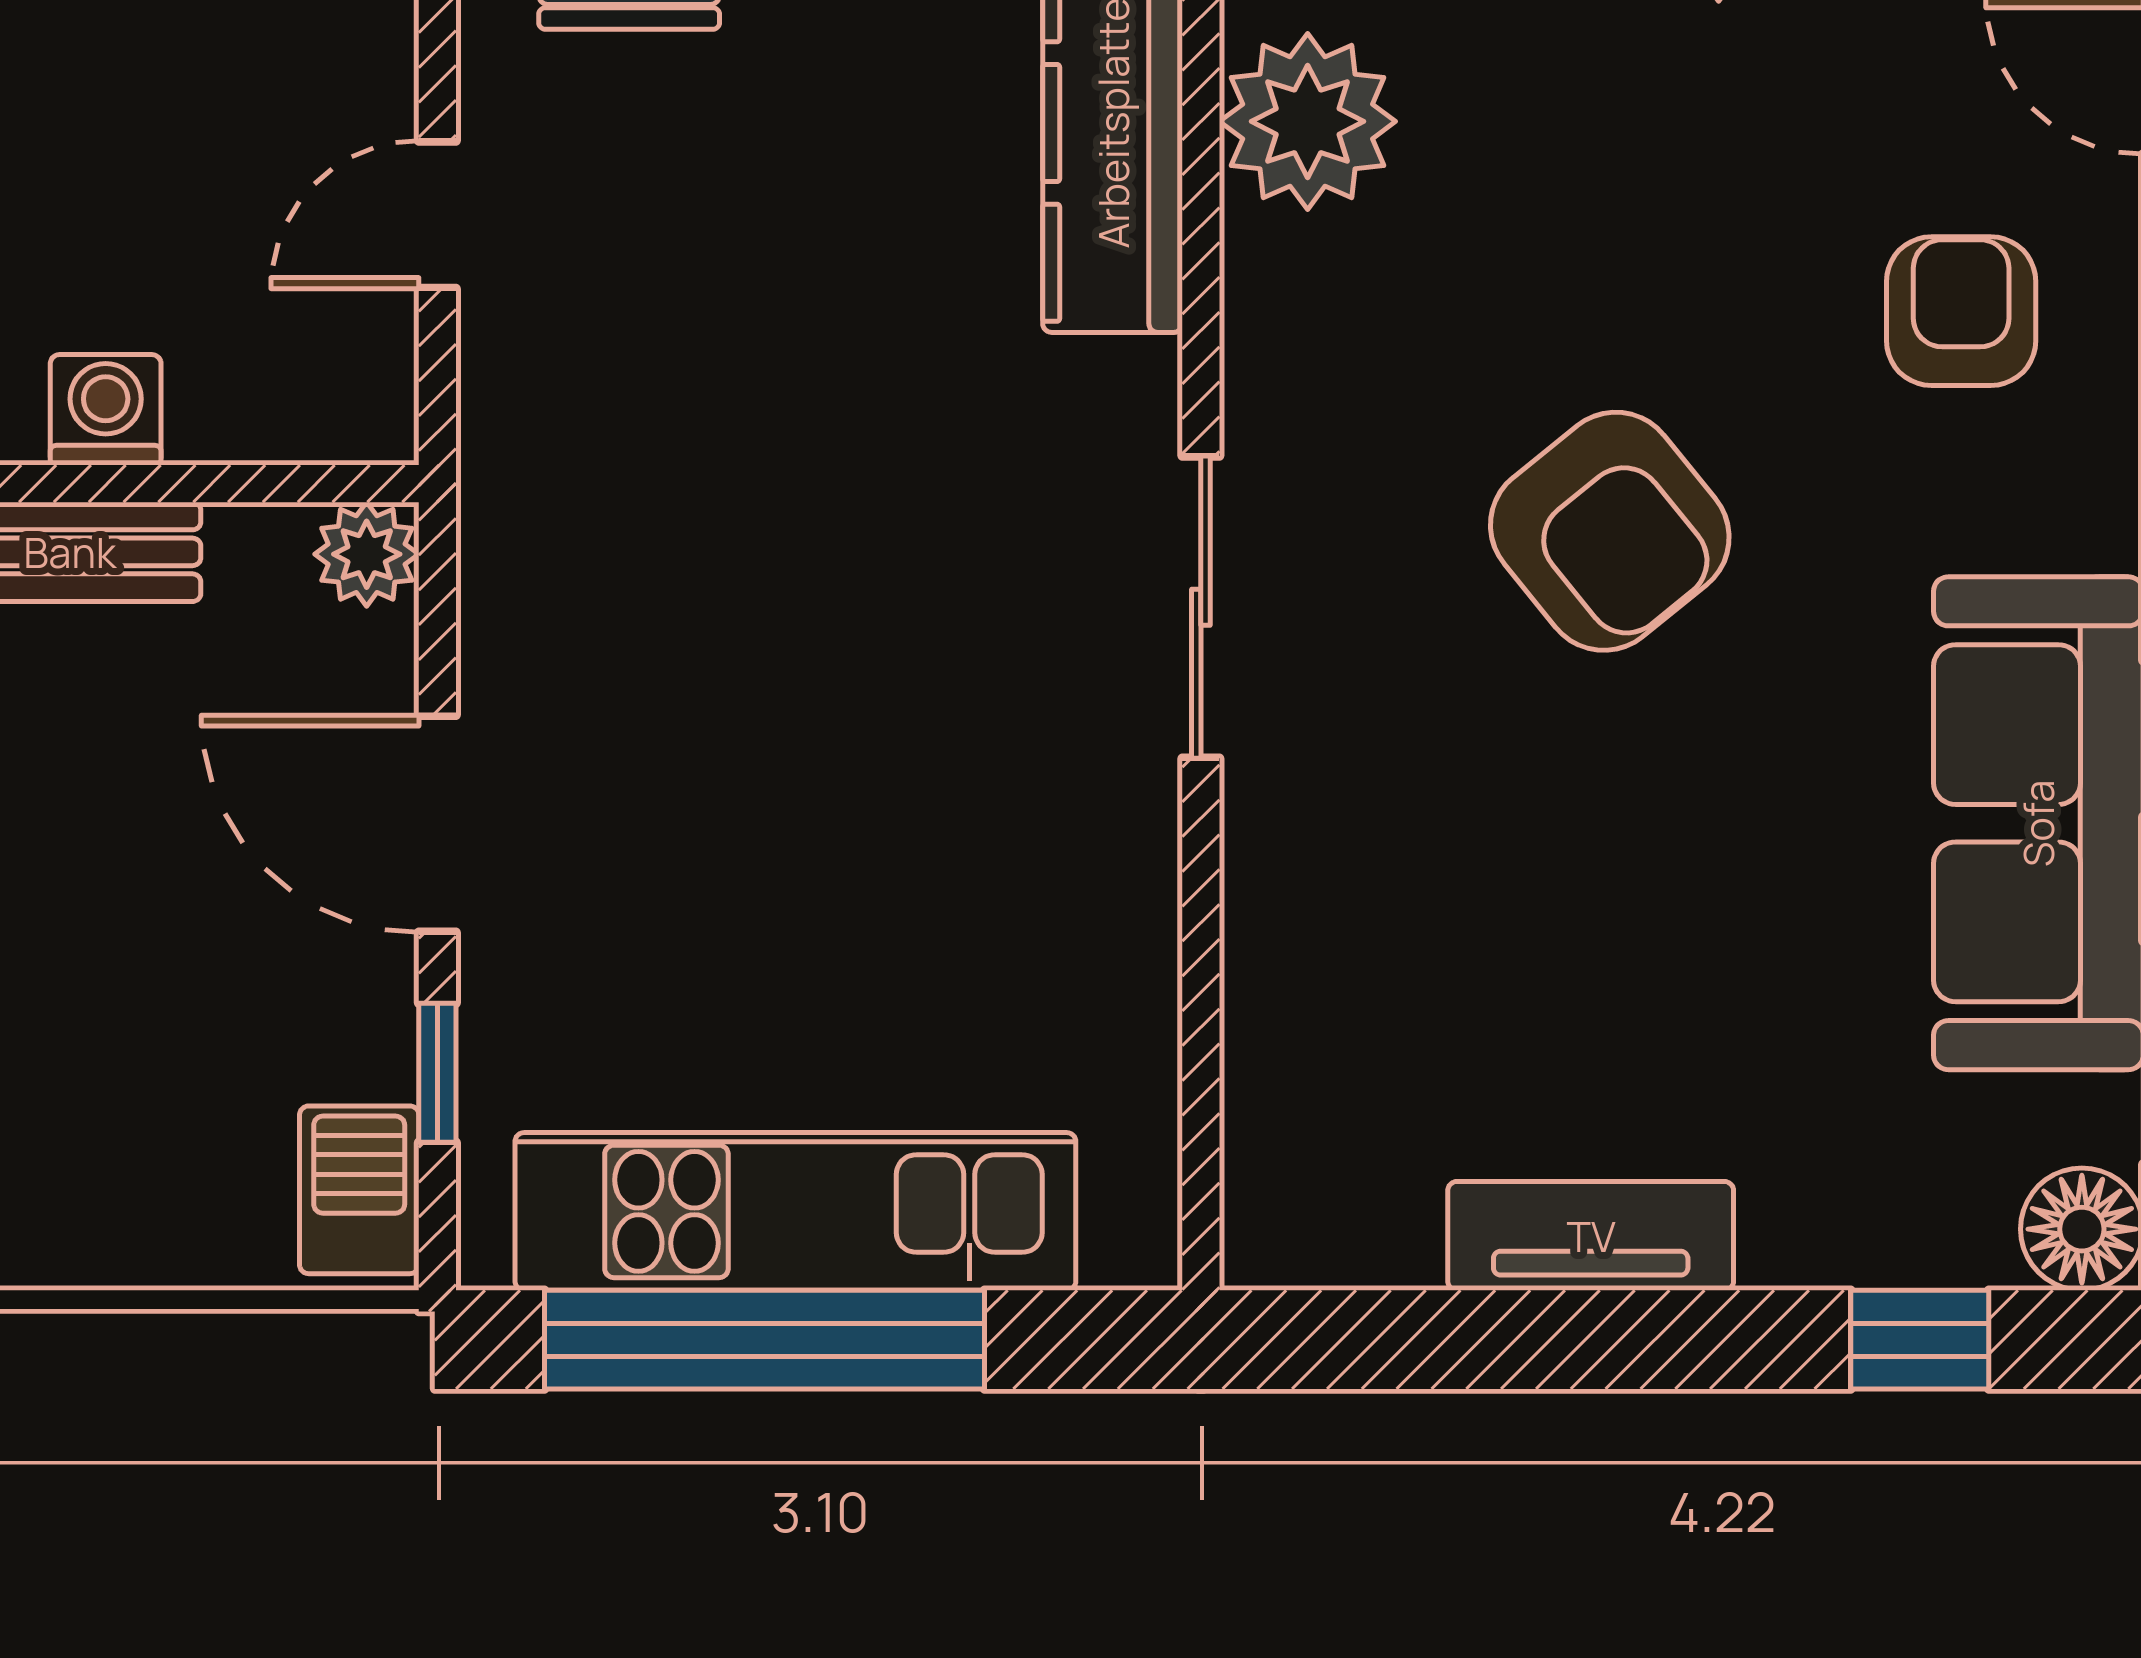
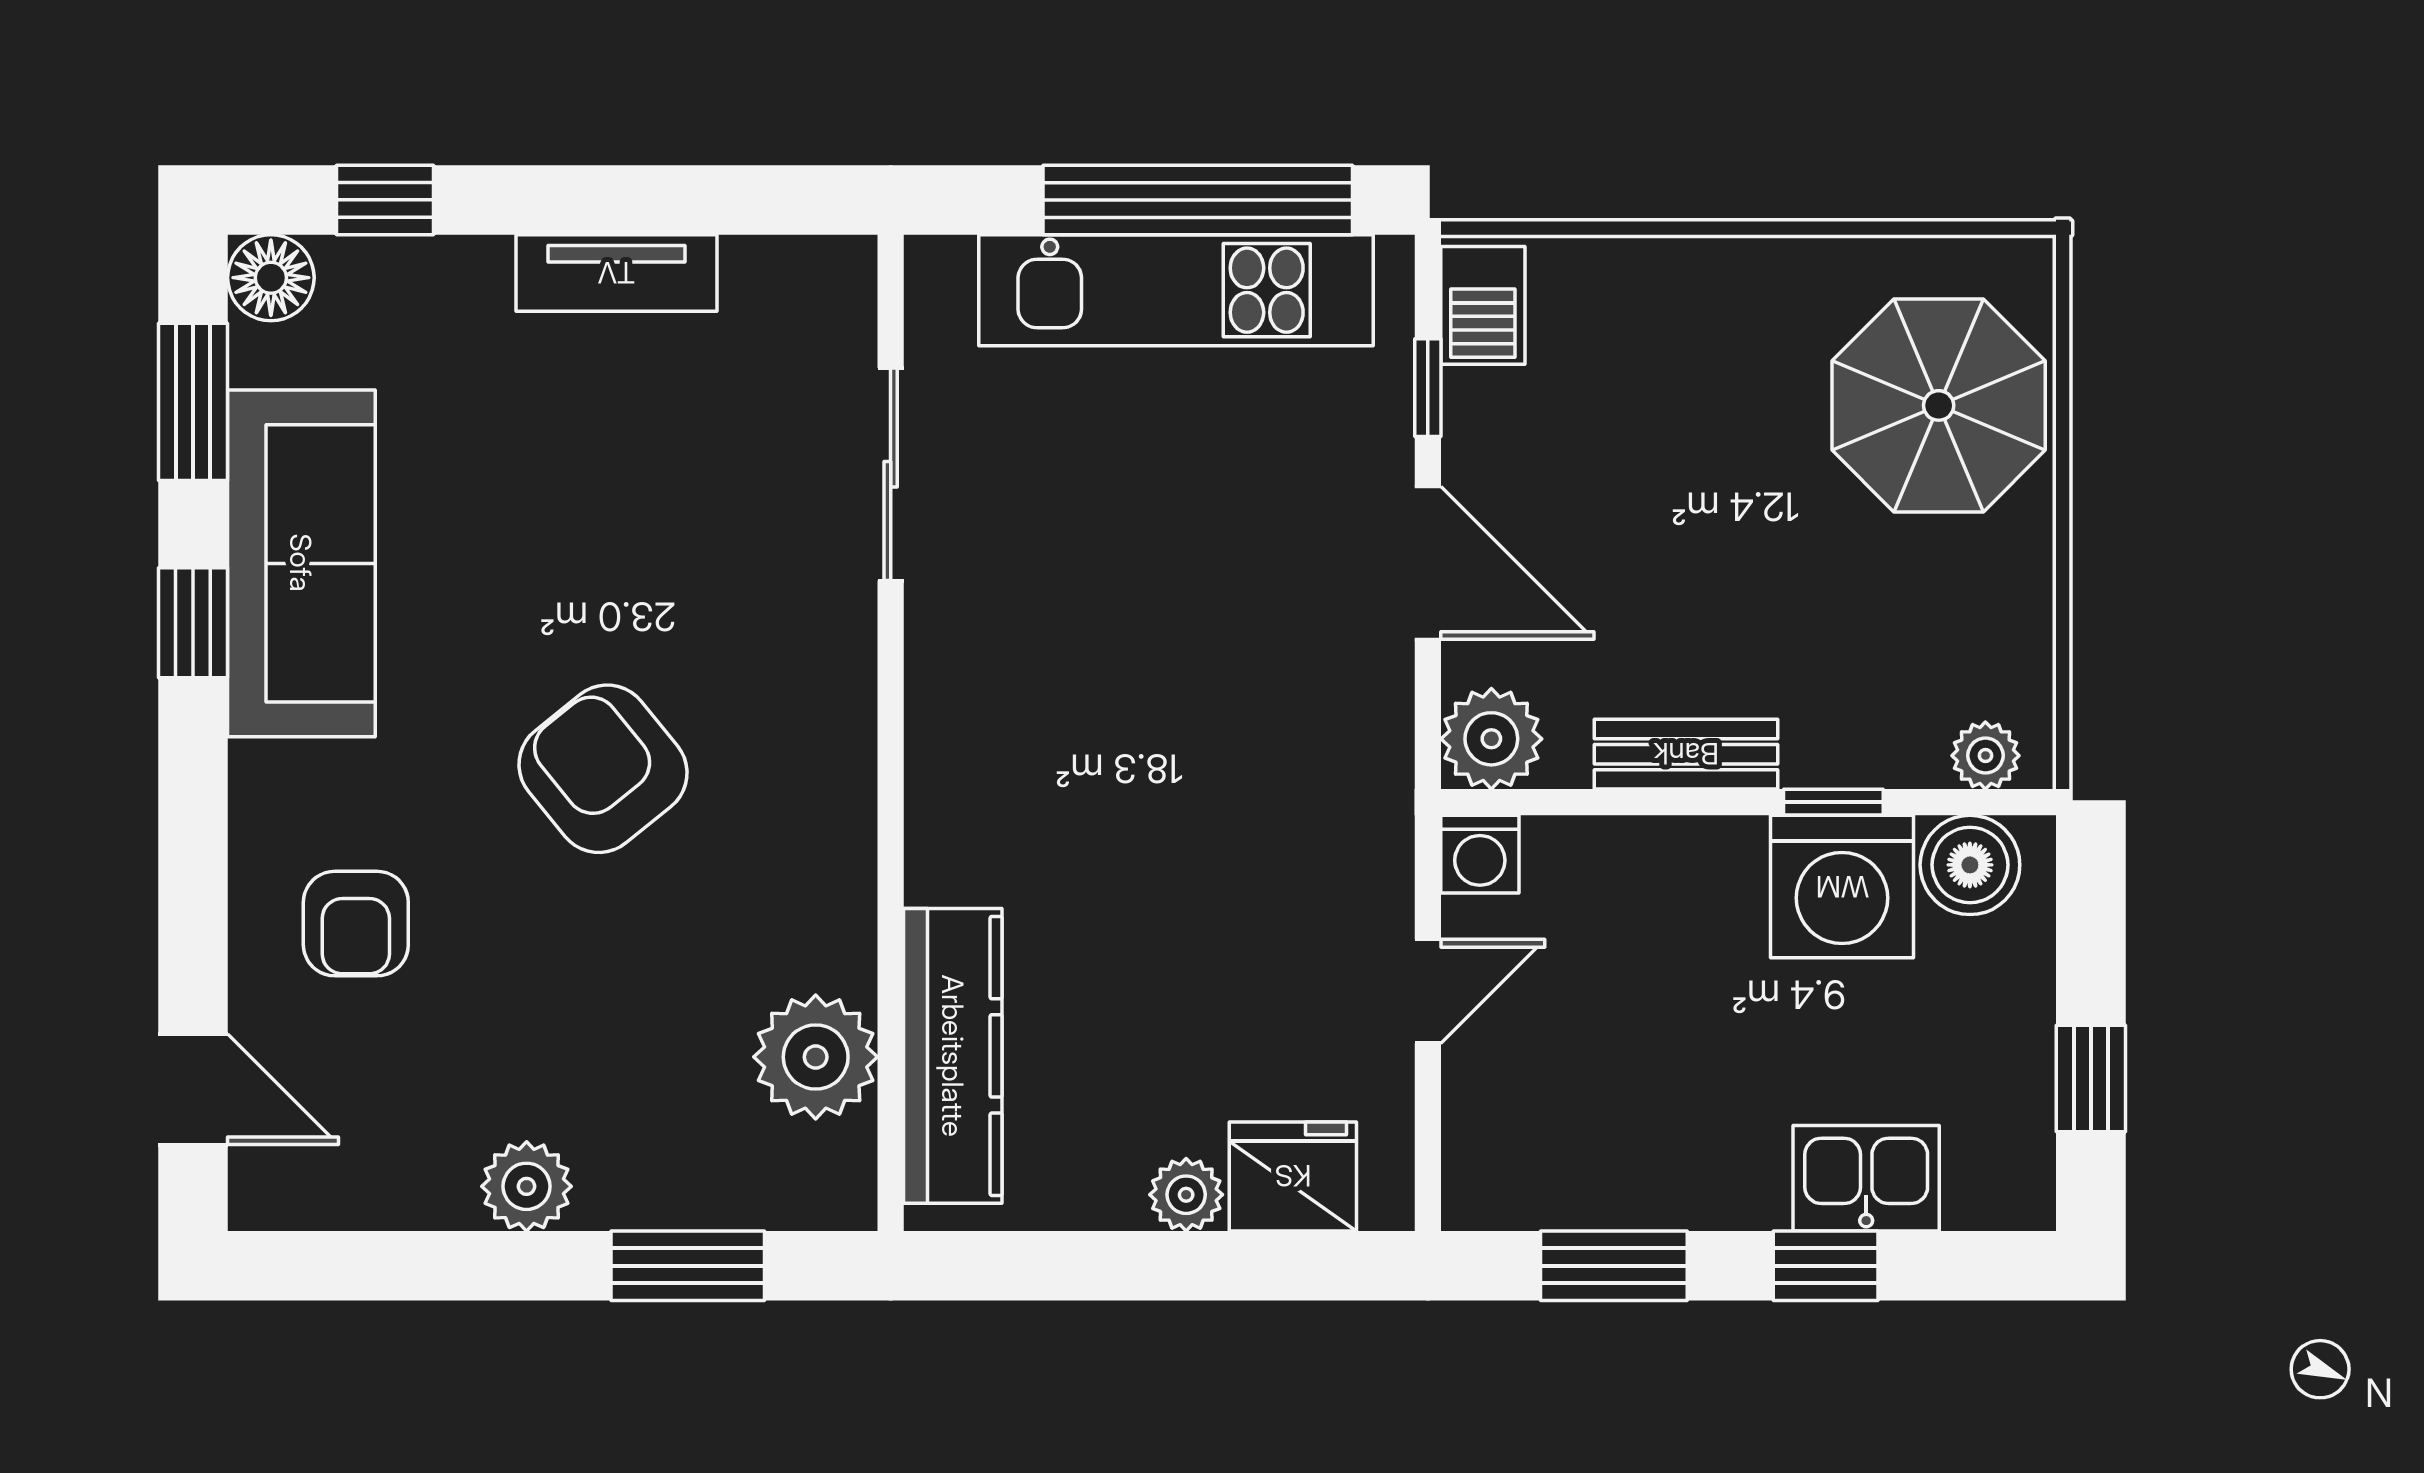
washing machine: (106, 410) -> (1480, 854), moved
plant: (367, 554) -> (1491, 739), width x1.38, depth x1.38
sliding door: (1201, 607) -> (891, 474), moved

